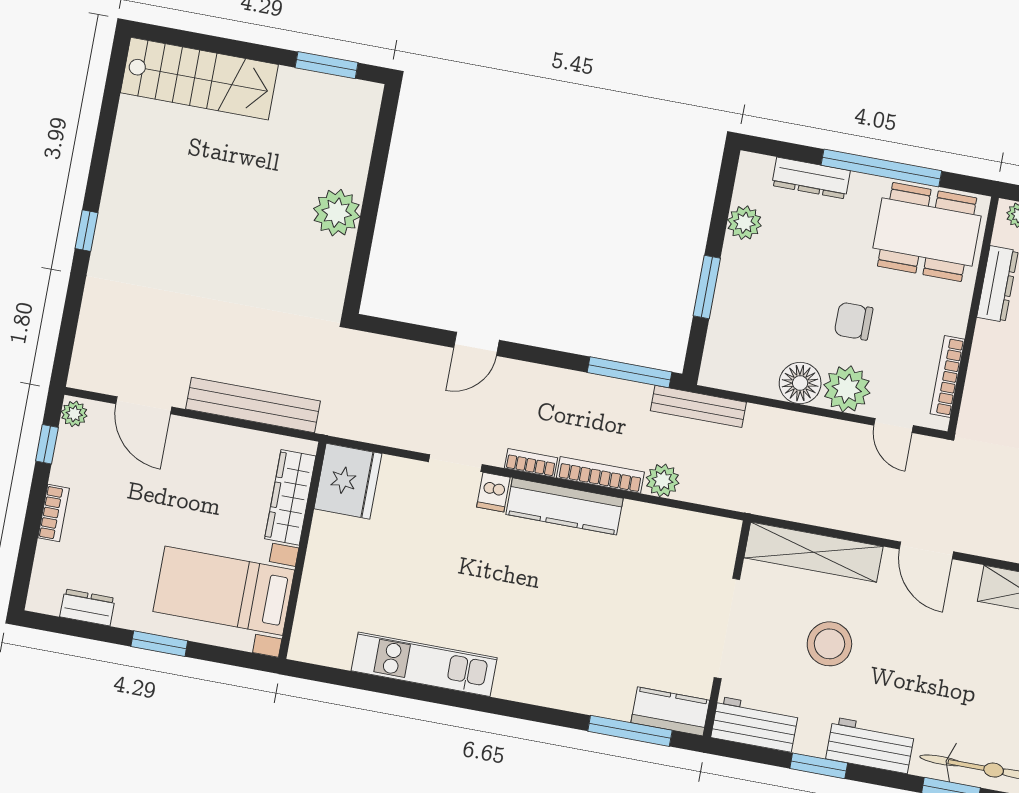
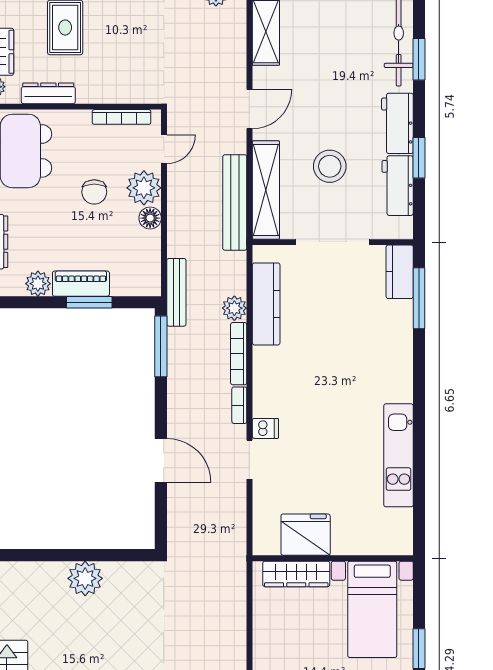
piano: (734, 280) -> (81, 284), added
door: (476, 344) -> (161, 460), width x1.38
floor lamp: (800, 383) -> (150, 218), width x0.73, depth x0.73
bench: (253, 405) -> (235, 202), moved
fridge: (348, 481) -> (306, 535), moved
kitchen counter: (565, 506) -> (266, 304), moved
workbench: (755, 724) -> (398, 186), moved

